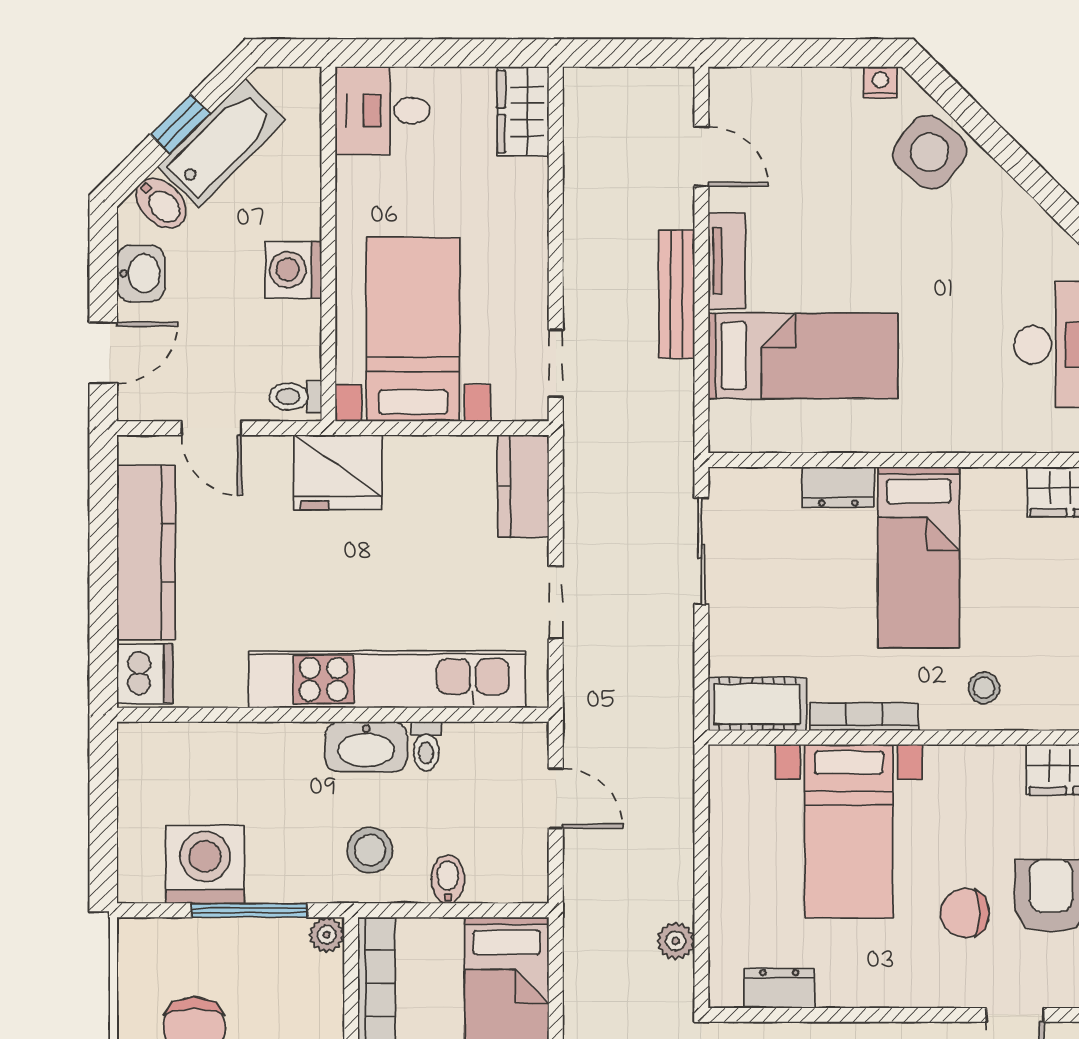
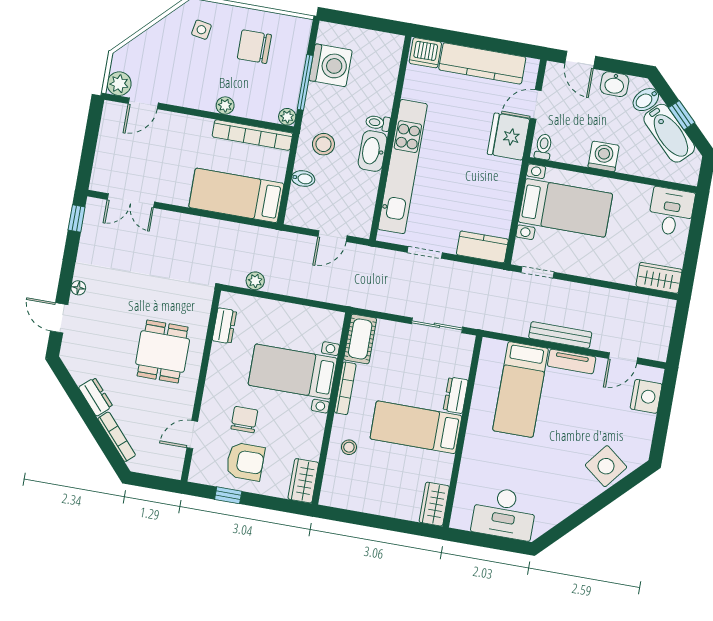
nightstand: (880, 82) -> (646, 396), moved, width x1.89, depth x1.79
fridge: (338, 472) -> (508, 137), moved
toilet: (426, 746) -> (378, 123), moved

